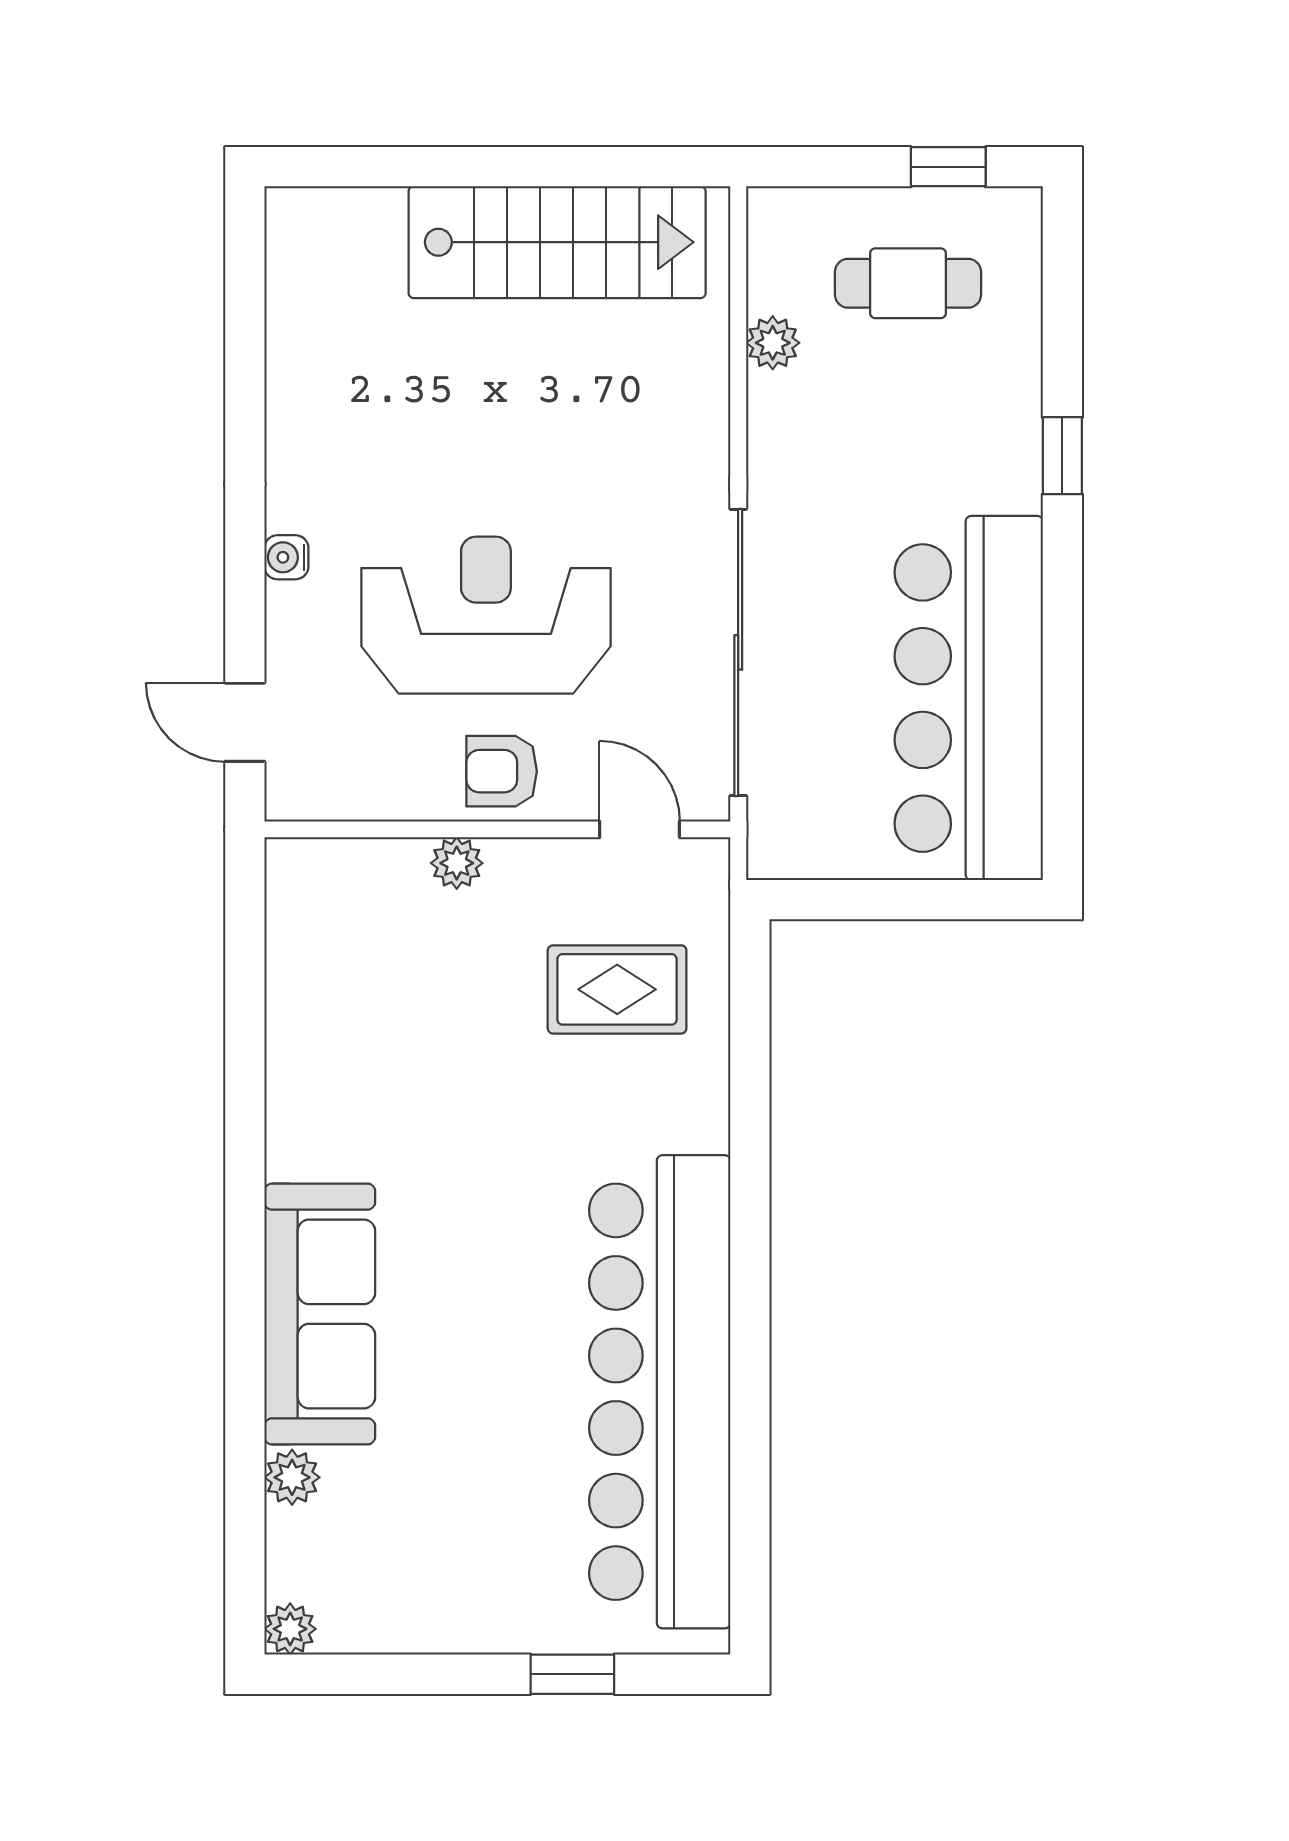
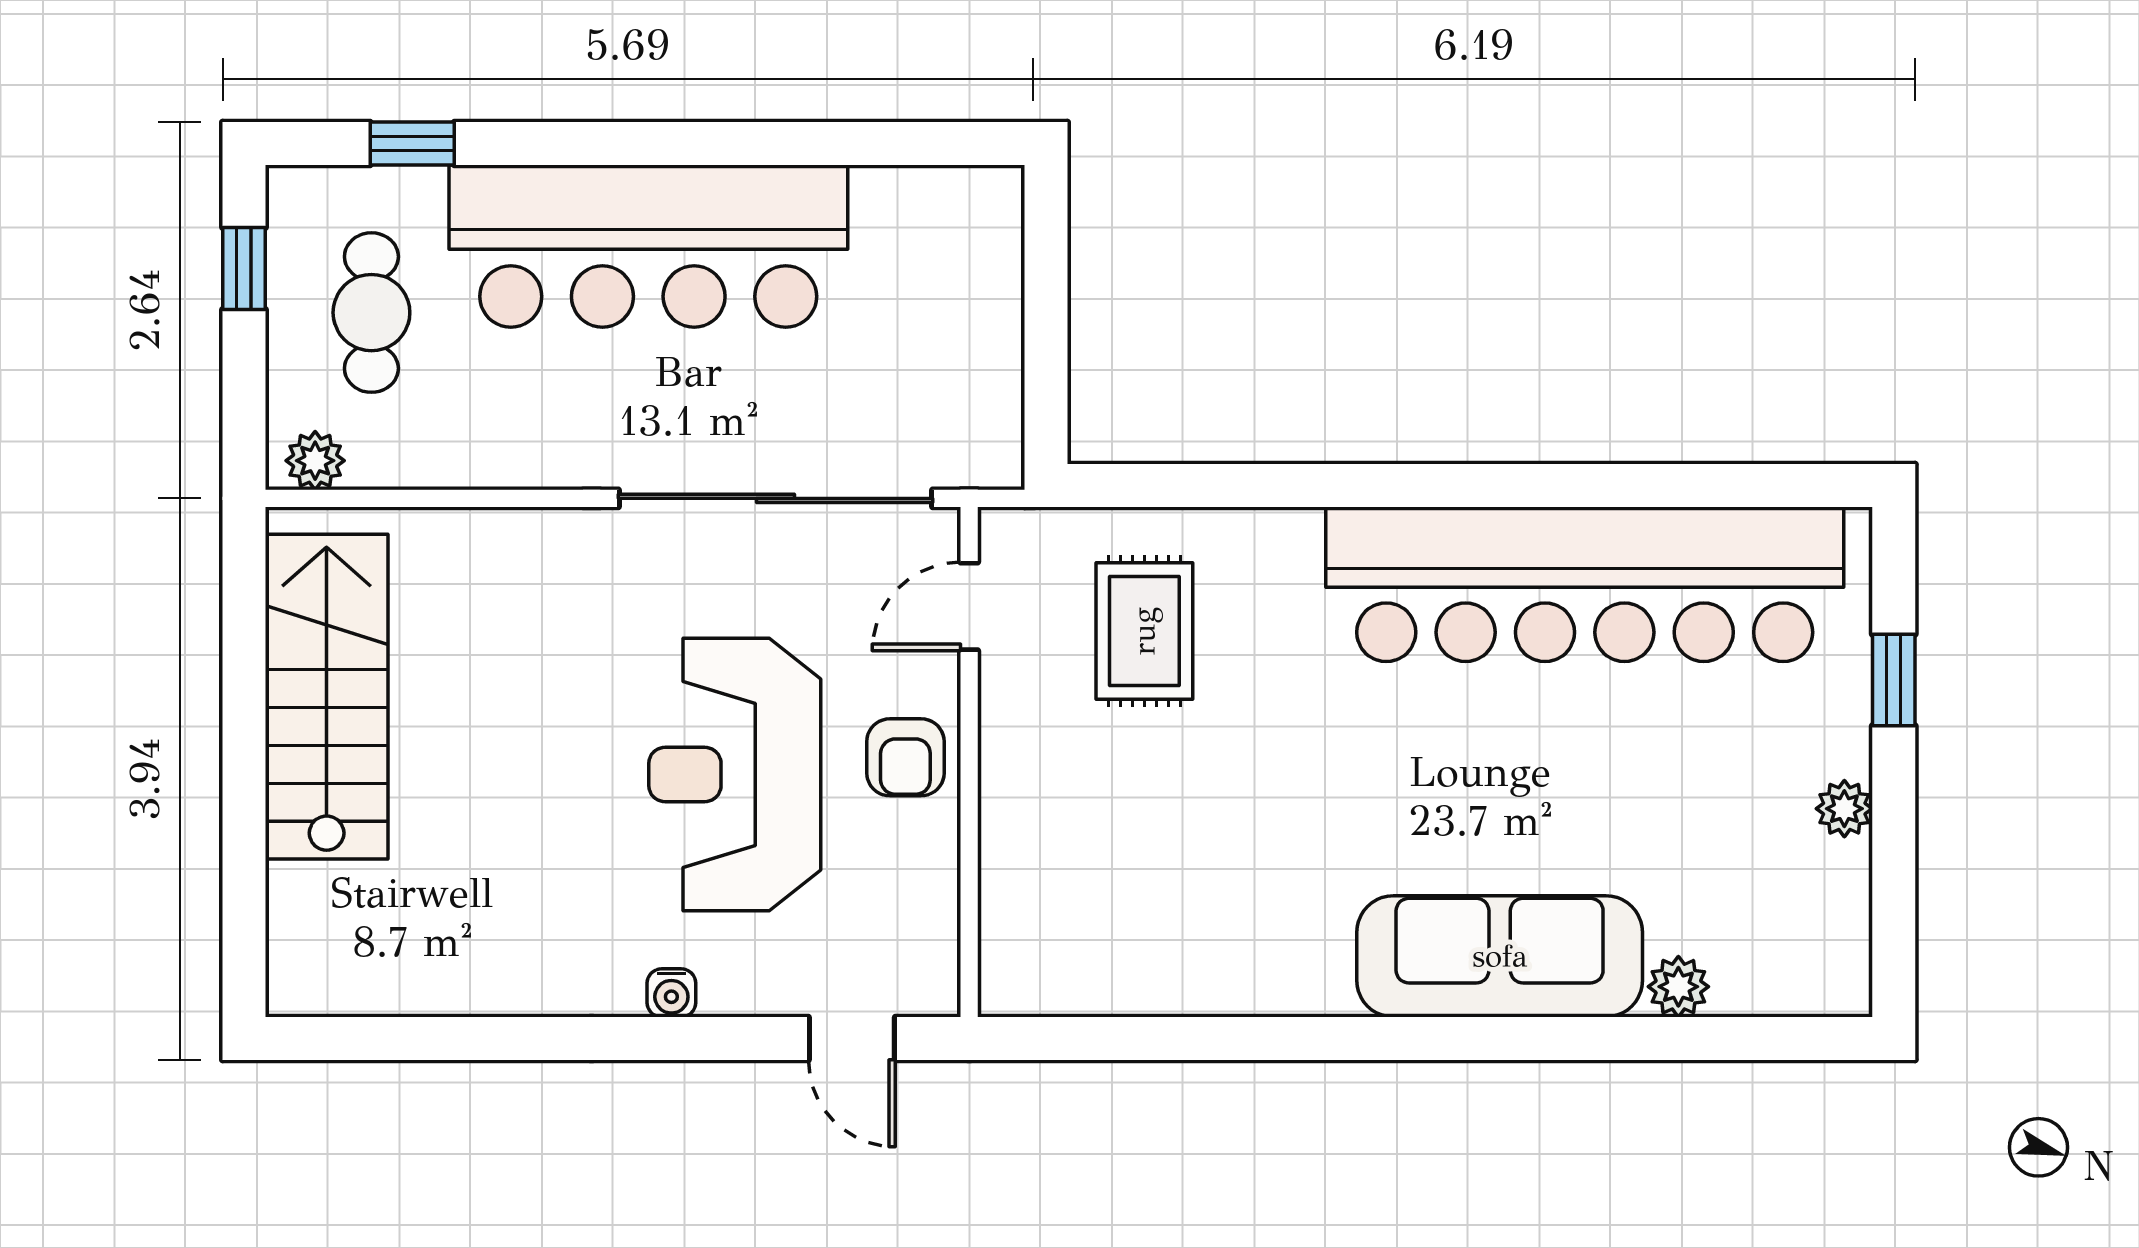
plant: (773, 343) -> (315, 461), moved
window: (1062, 456) -> (412, 144), moved
bar counter: (969, 698) -> (648, 246), moved
door: (245, 722) -> (852, 1038), hinge flipped
plant: (457, 863) -> (1006, 806), removed
plant: (290, 1629) -> (1844, 809), moved

